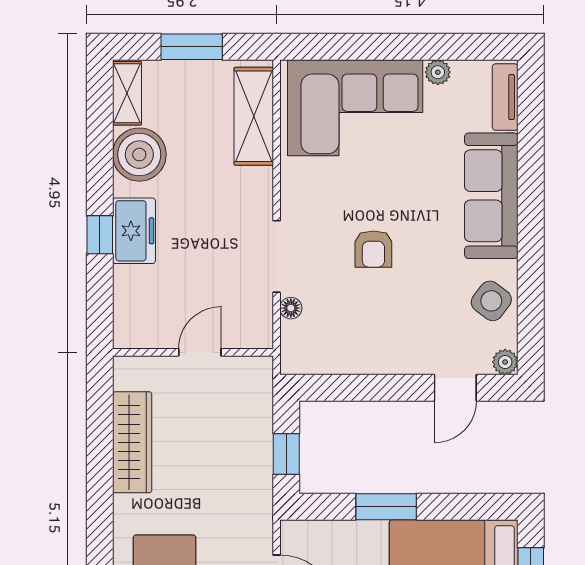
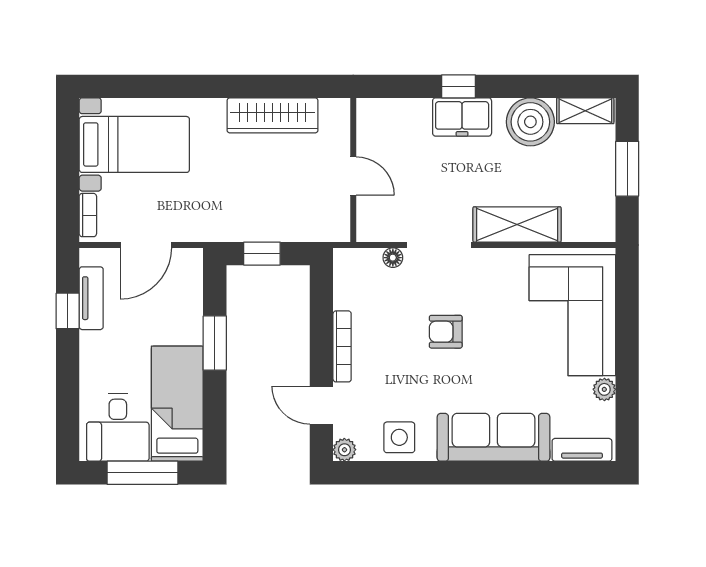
shelving: (254, 116) -> (517, 224), moved
side table: (491, 301) -> (399, 437), turned -37
bookcase: (390, 365) -> (342, 346), added

